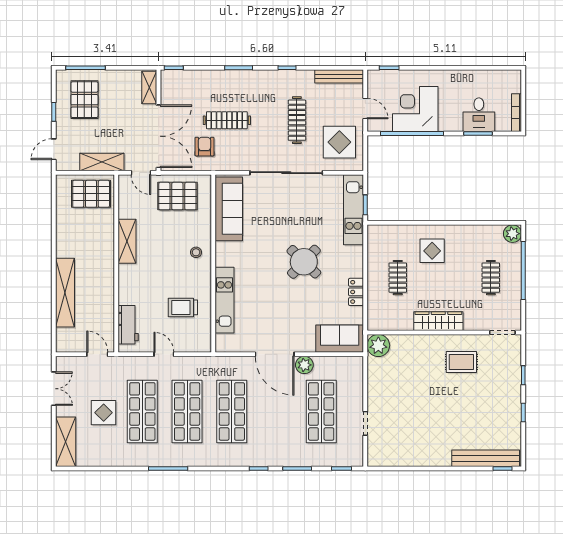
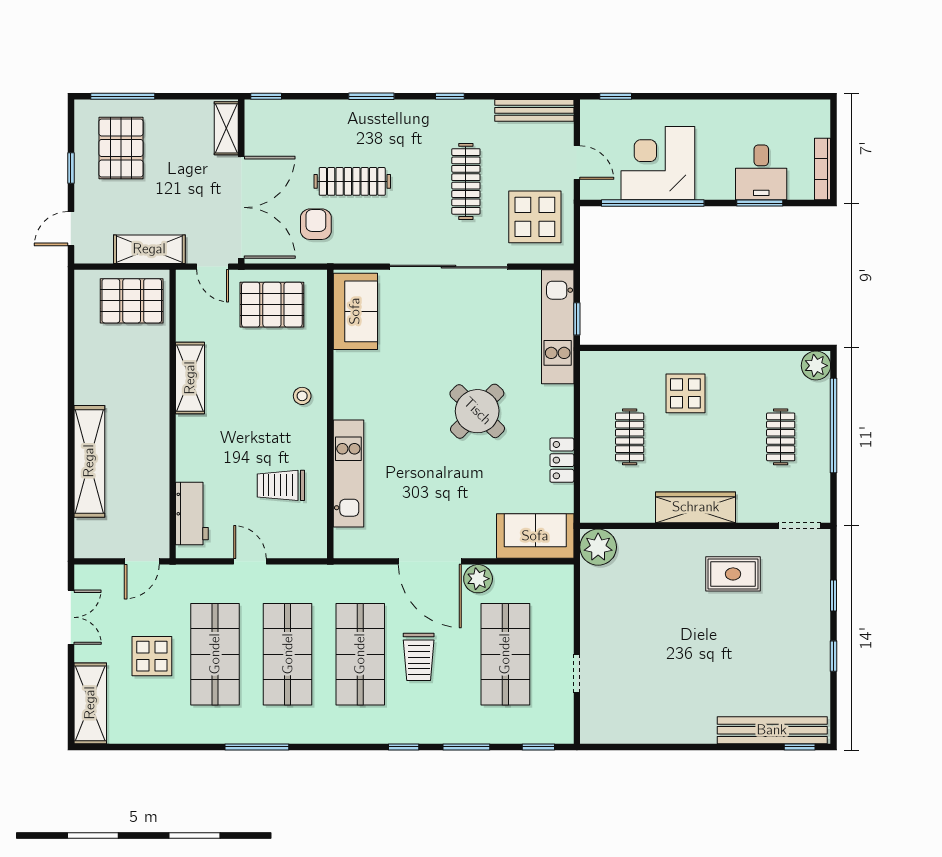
sofa: (229, 209) -> (355, 311), width x0.73
door: (97, 354) -> (142, 561), swing flipped
trolley: (268, 413) -> (419, 657), added

